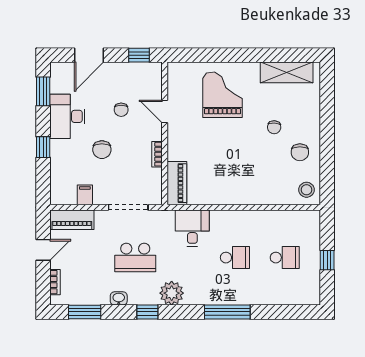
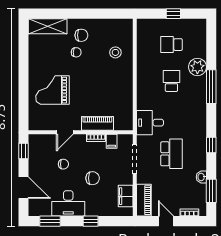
shelving: (287, 72) -> (48, 26), moved, turned 90
chair: (300, 152) -> (81, 35), moved
filing cabinet: (152, 176) -> (112, 141), added
piano: (177, 183) -> (97, 123), moved
stool: (307, 190) -> (115, 52), moved
filing cabinet: (85, 195) -> (126, 196), width x2.00
desk: (192, 228) -> (150, 123), moved
school desk: (285, 258) -> (171, 45), turned -90
plant: (172, 293) -> (197, 67), moved
washbasin: (119, 298) -> (201, 177), moved

